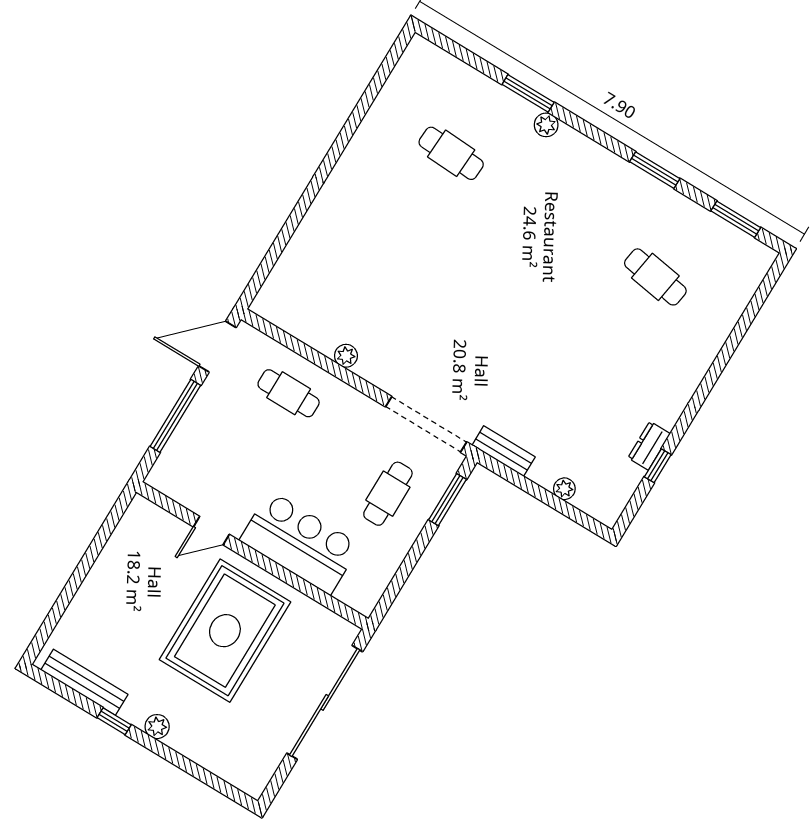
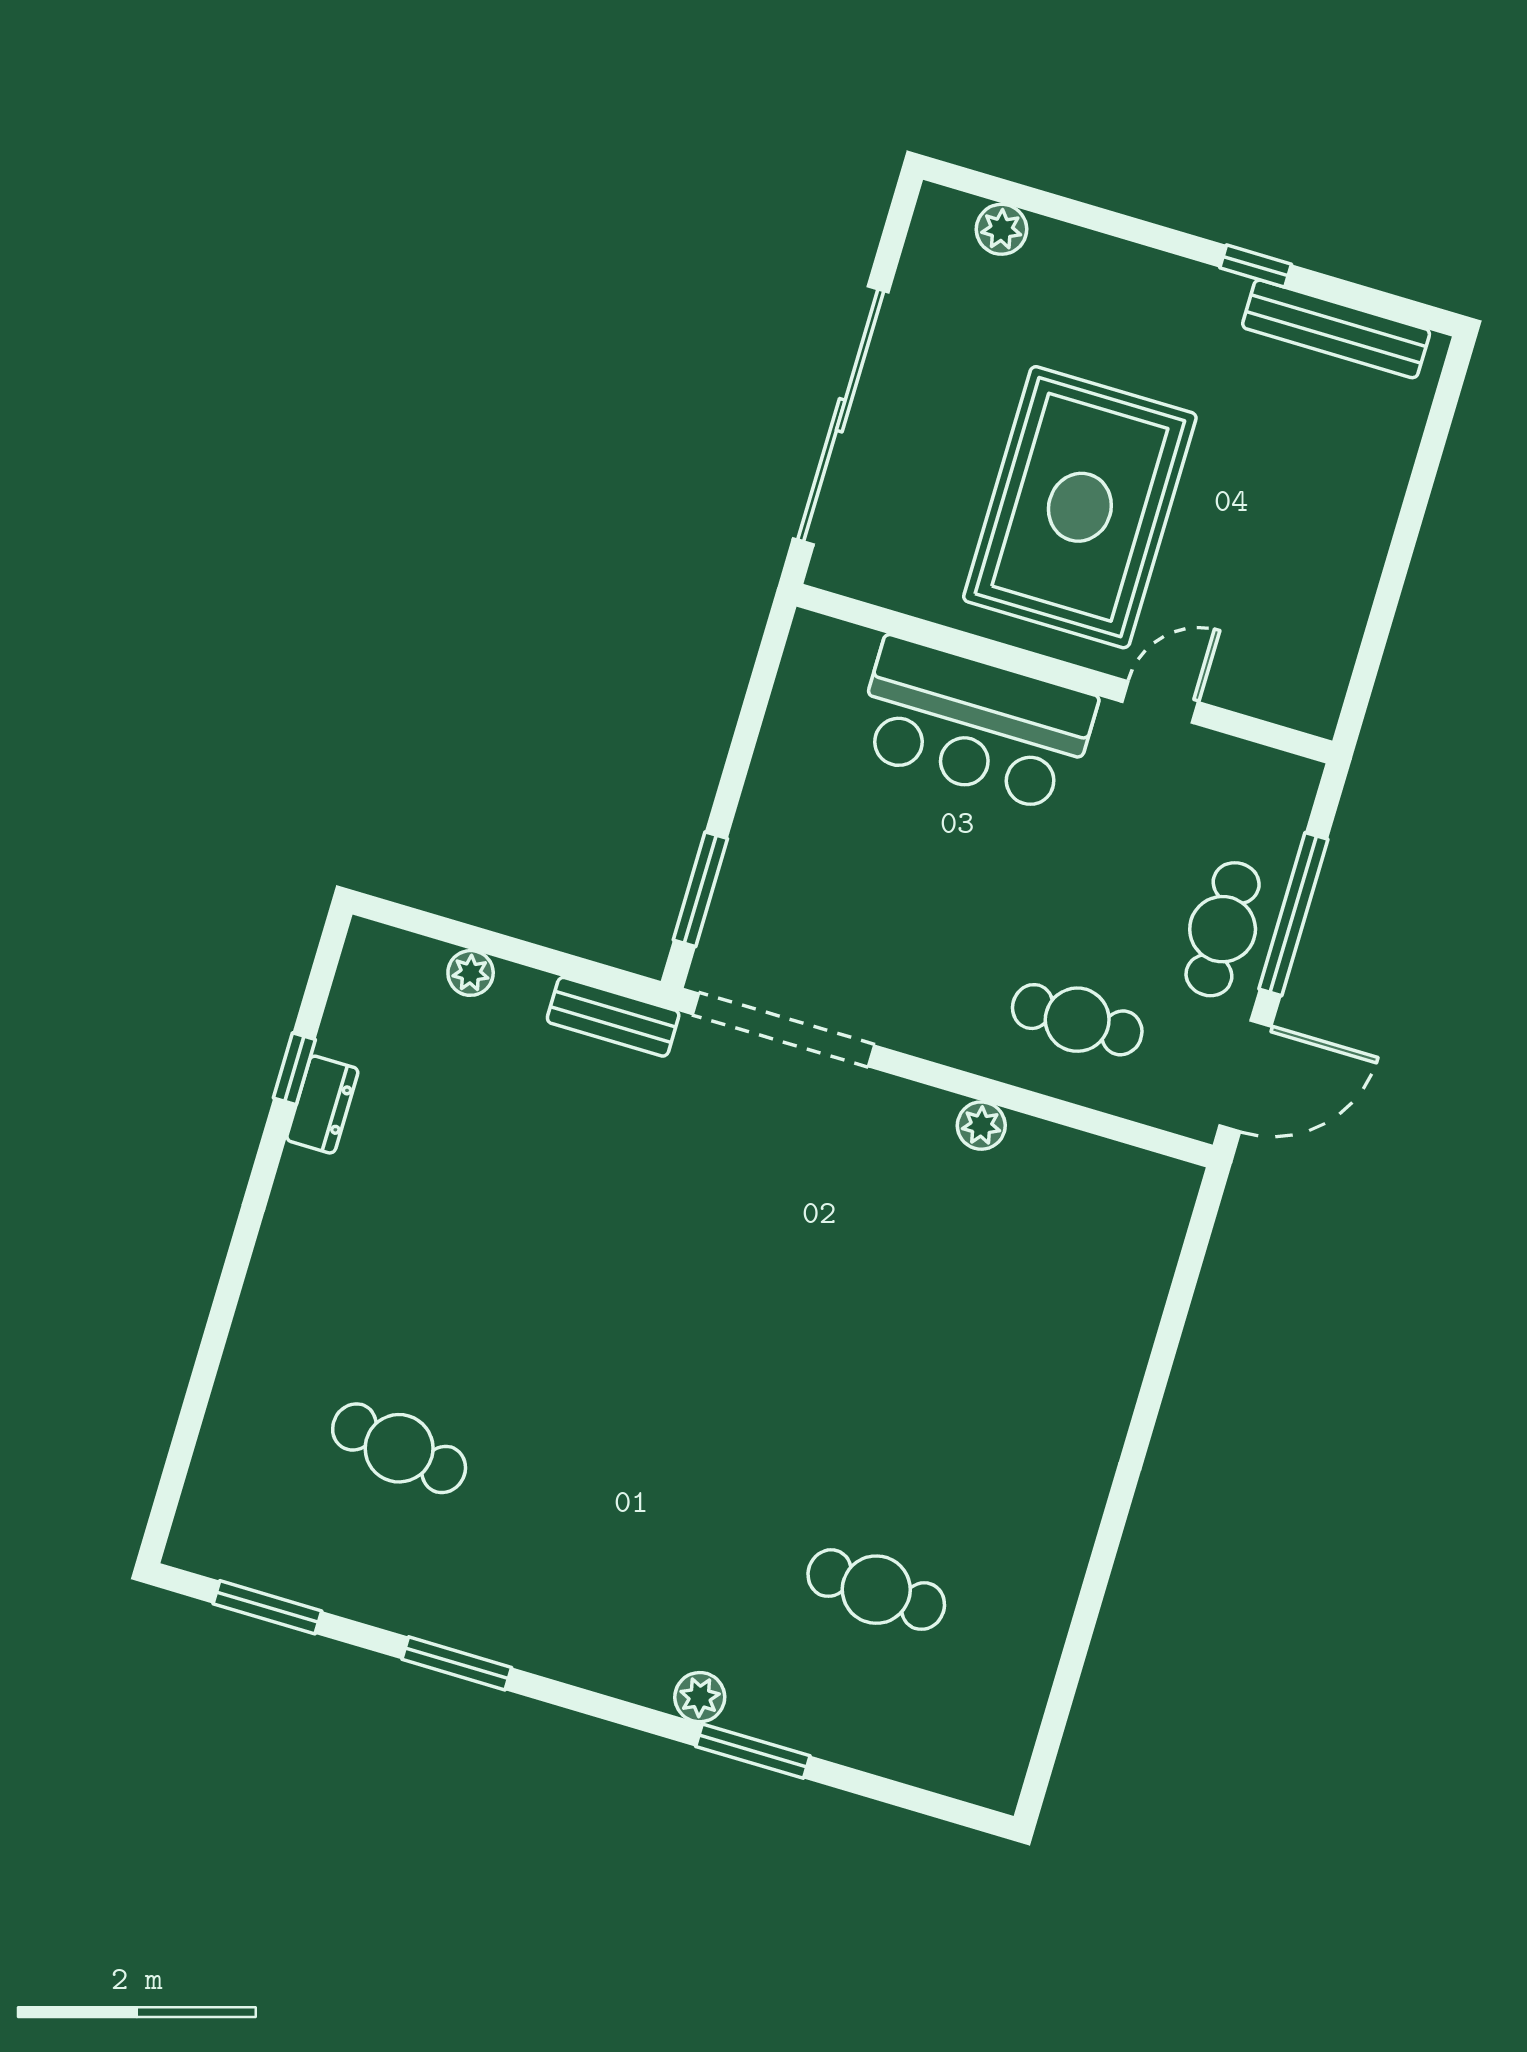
cafe table: (388, 494) -> (1223, 929), moved
plant: (157, 727) -> (1001, 229), moved

